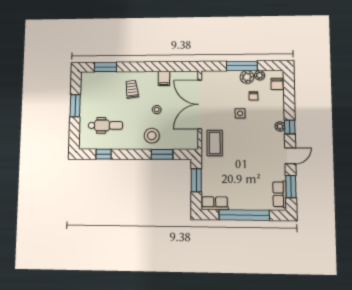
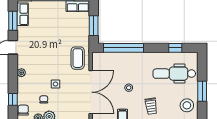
dental chair: (105, 125) -> (174, 74), width x1.36, depth x1.38
window: (290, 127) -> (13, 99), moved
stool: (152, 136) -> (187, 105), moved
window: (162, 154) -> (124, 48), width x2.11

